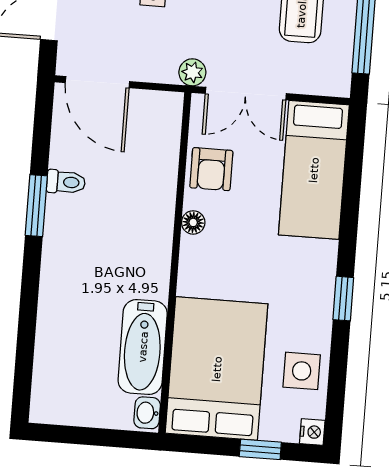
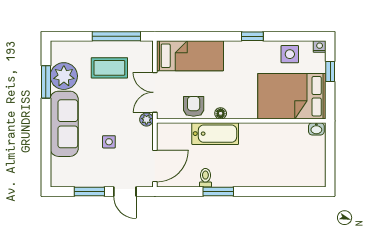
double door: (246, 93) -> (155, 92), swing flipped
armchair: (211, 169) -> (194, 106), turned -90
bathtub: (143, 347) -> (215, 134), moved

